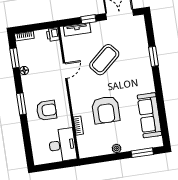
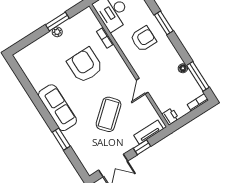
window: (15, 58) -> (198, 76), width x1.44
window: (21, 104) -> (164, 23), moved
armchair: (46, 110) -> (143, 39), turned 180
sofa: (149, 115) -> (57, 108), moved
window: (142, 153) -> (57, 21), moved

